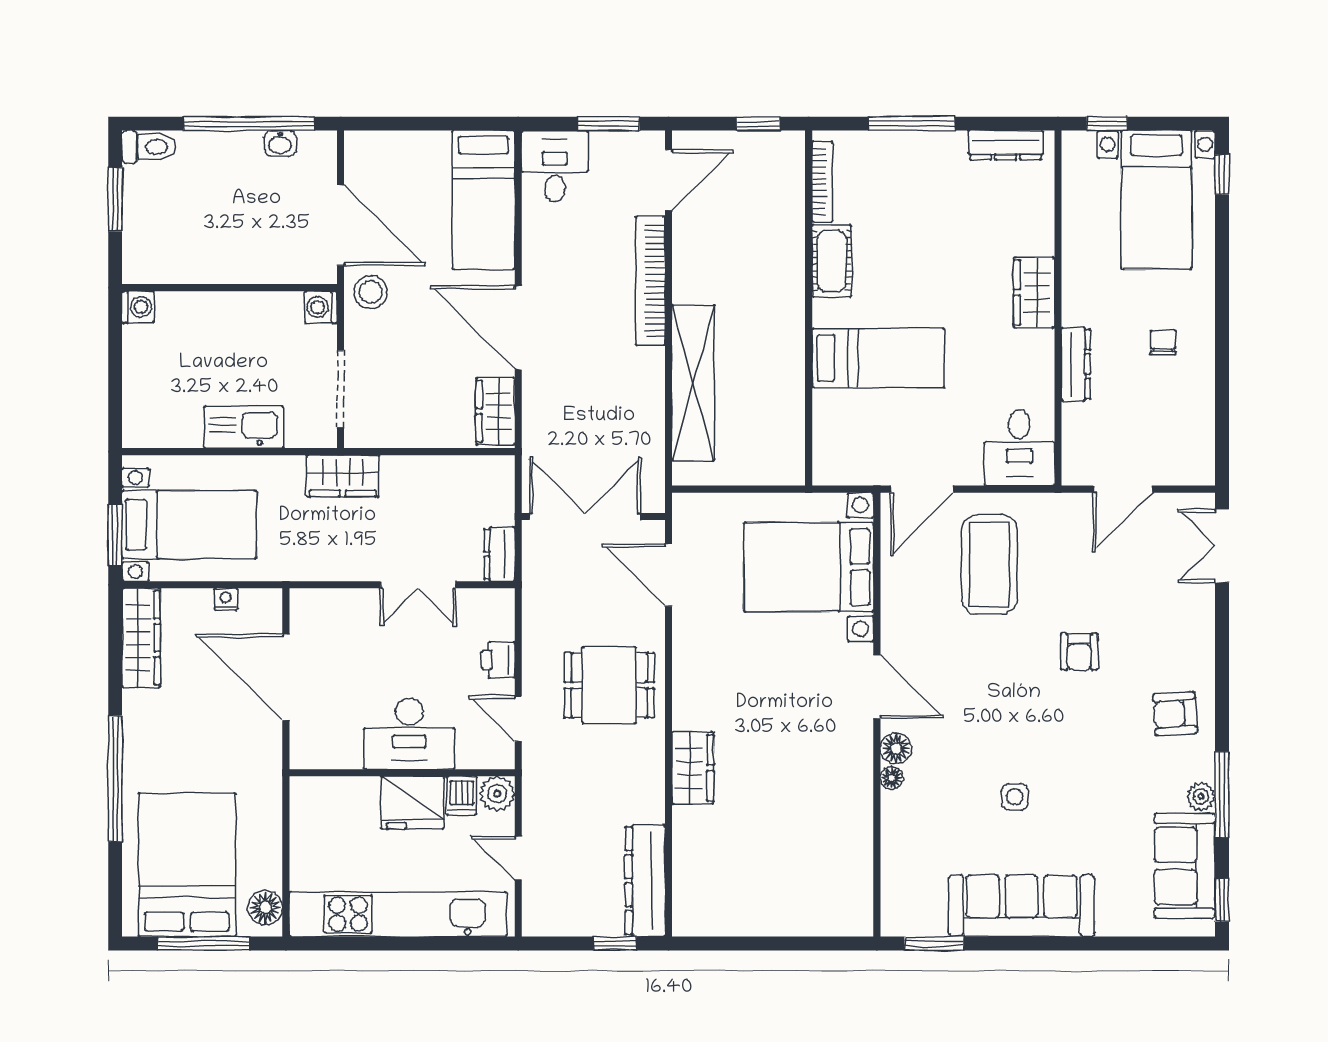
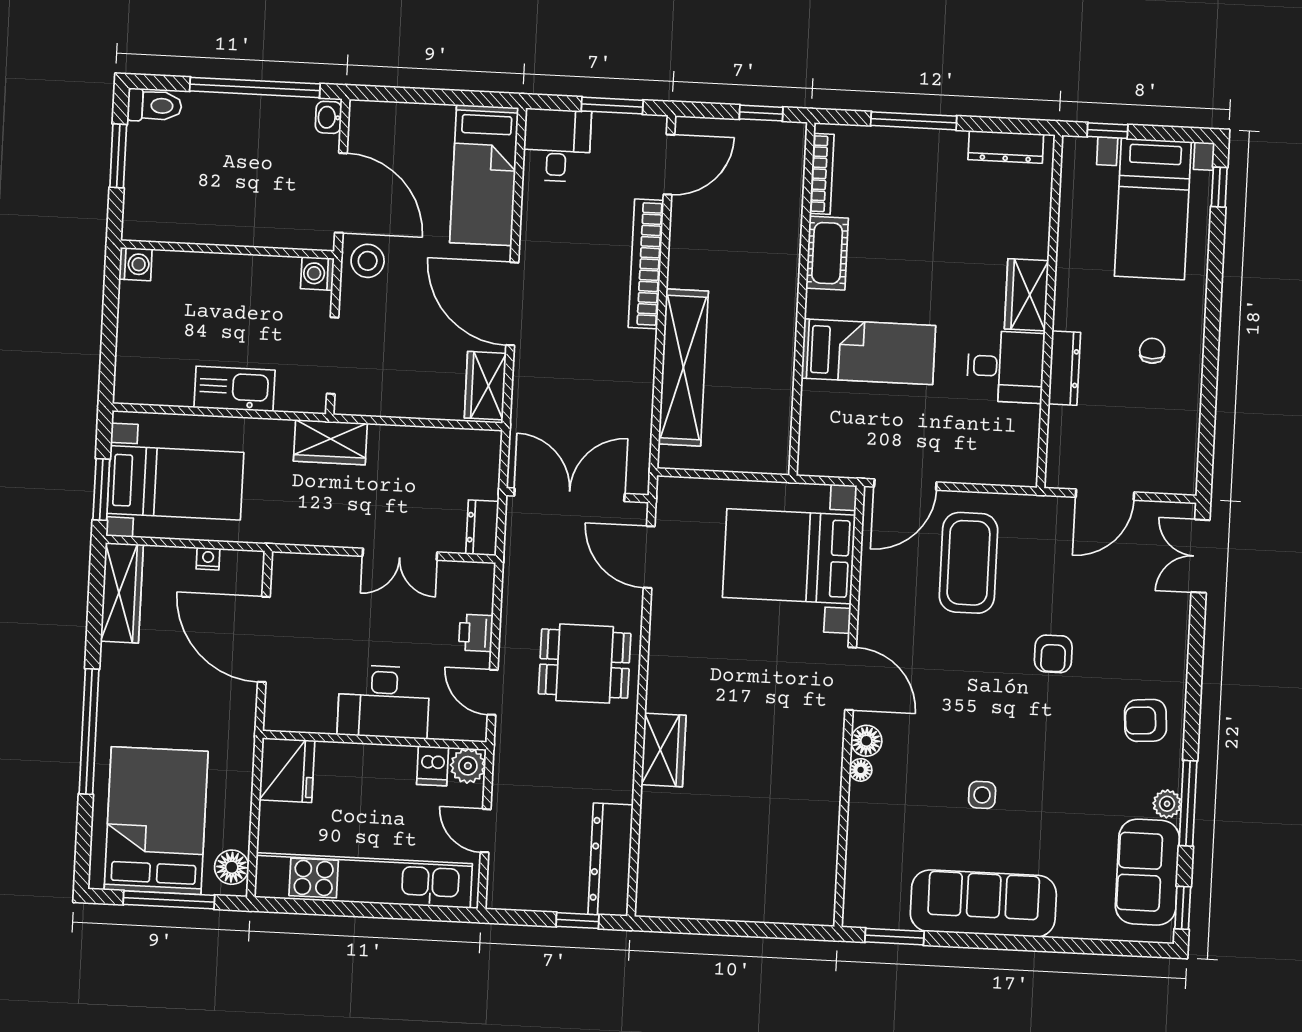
washbasin: (280, 143) -> (329, 117), moved, turned 90
desk: (1019, 448) -> (1006, 367), moved, turned -90
fridge: (413, 803) -> (287, 770), moved, turned -90

